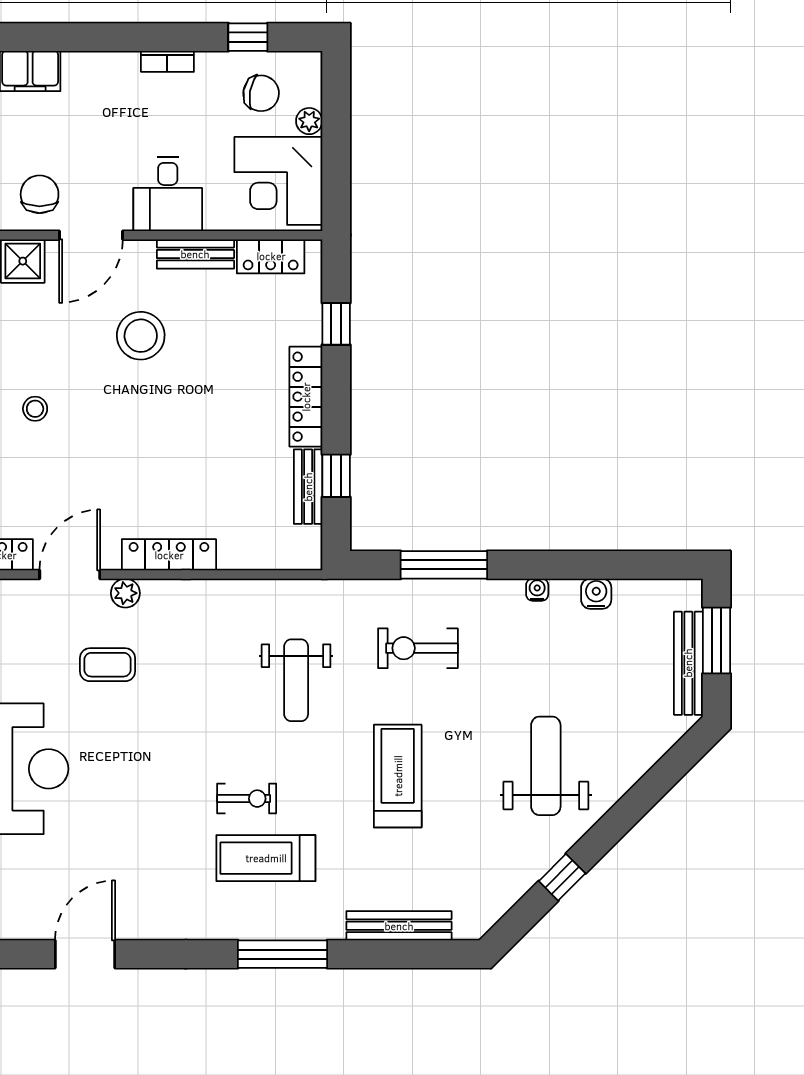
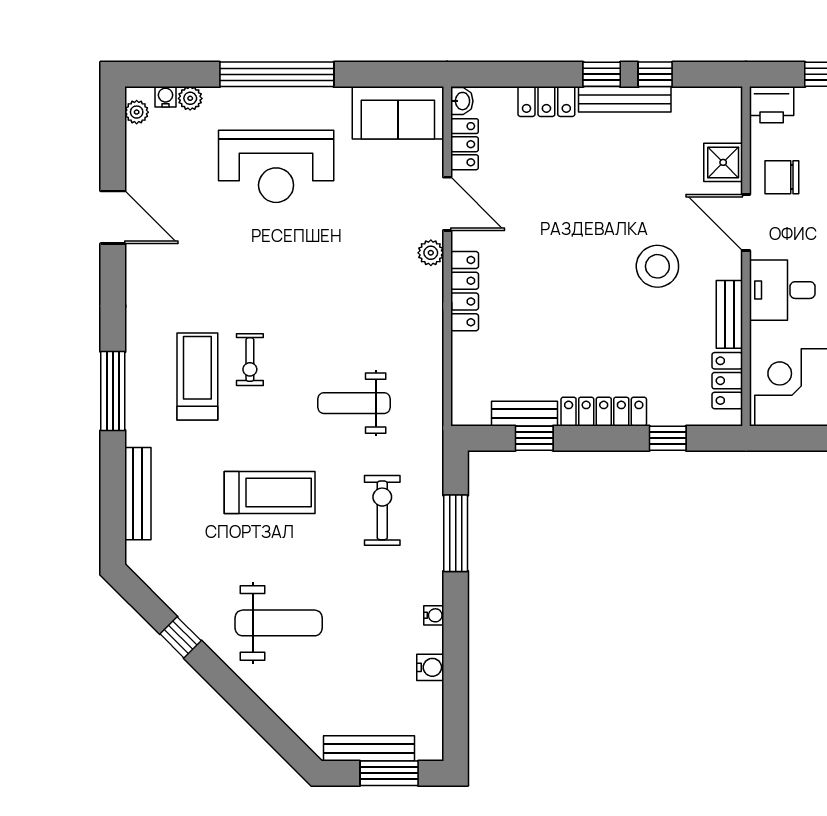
chair: (40, 194) -> (782, 177), turned 180
stool: (35, 409) -> (593, 173), removed
coffee table: (107, 665) -> (368, 237), removed

